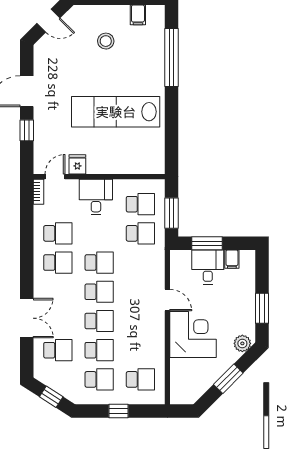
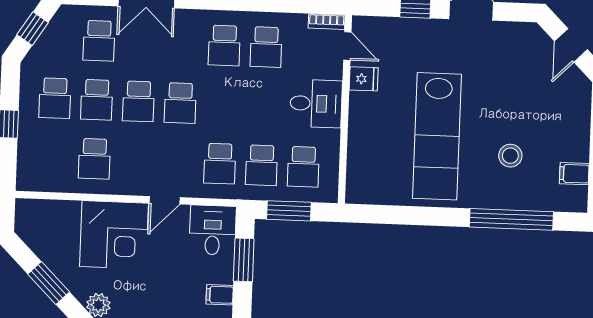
stool: (106, 41) -> (510, 156), moved
lab bench: (116, 112) -> (437, 136), turned 180
school desk: (99, 263) -> (220, 164), moved
desk: (208, 267) -> (213, 230), moved, turned -90
school desk: (140, 379) -> (94, 159), moved

